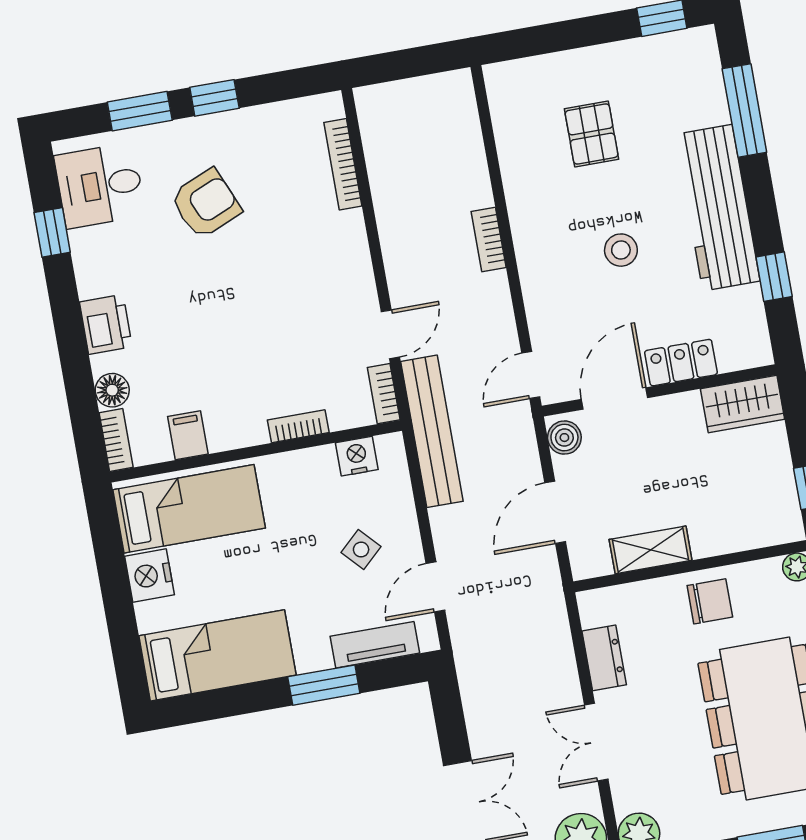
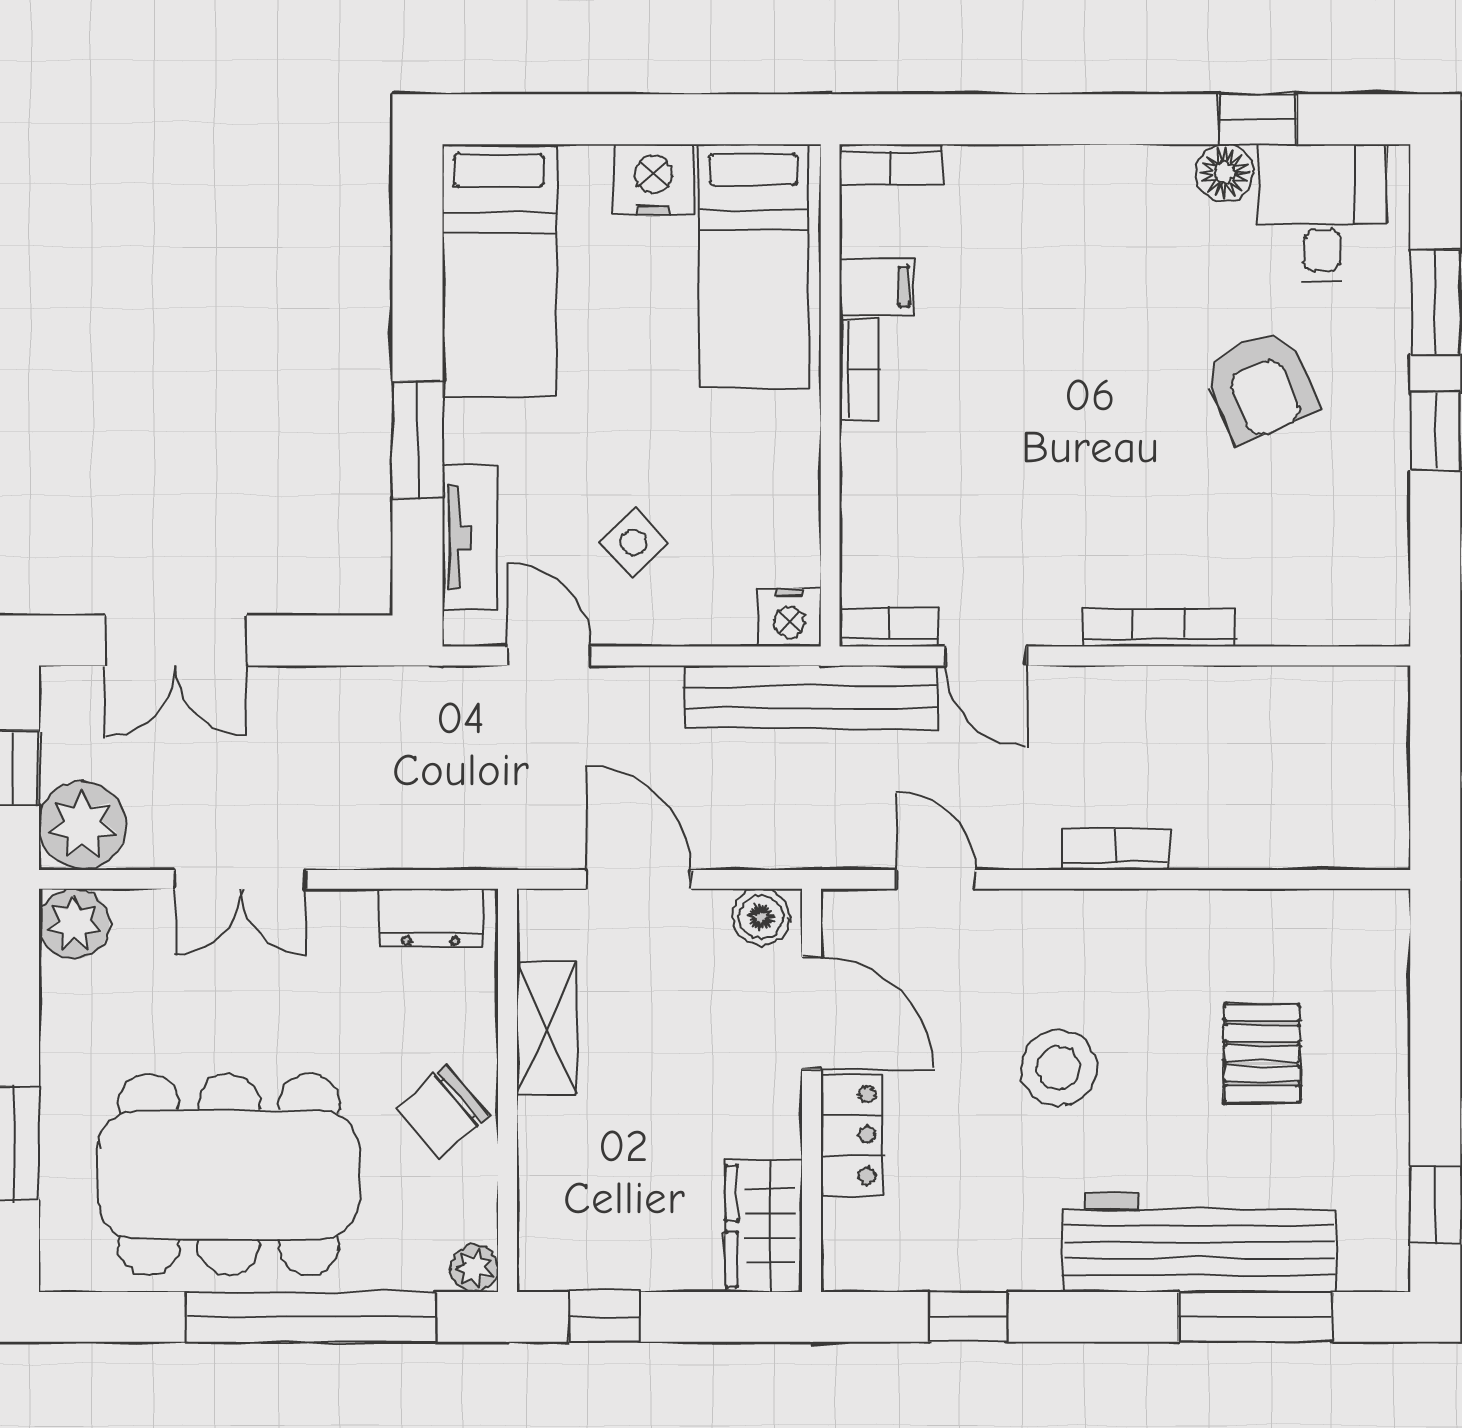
pallet: (592, 134) -> (1262, 1053), turned 90
bookcase: (343, 164) -> (1159, 627), moved
workbench: (717, 208) -> (1199, 1243), moved
stool: (621, 250) -> (1059, 1068), width x1.38, depth x1.38
printer: (106, 324) -> (1088, 182), removed
door: (531, 375) -> (936, 879), moved
floor lamp: (112, 390) -> (1225, 173), moved
bookcase: (298, 426) -> (859, 369), moved
nightstand: (357, 456) -> (789, 618), moved, turned 90
chair: (710, 601) -> (443, 1112), turned 49
dresser: (604, 658) -> (431, 918), moved
double door: (596, 742) -> (240, 879), swing flipped

